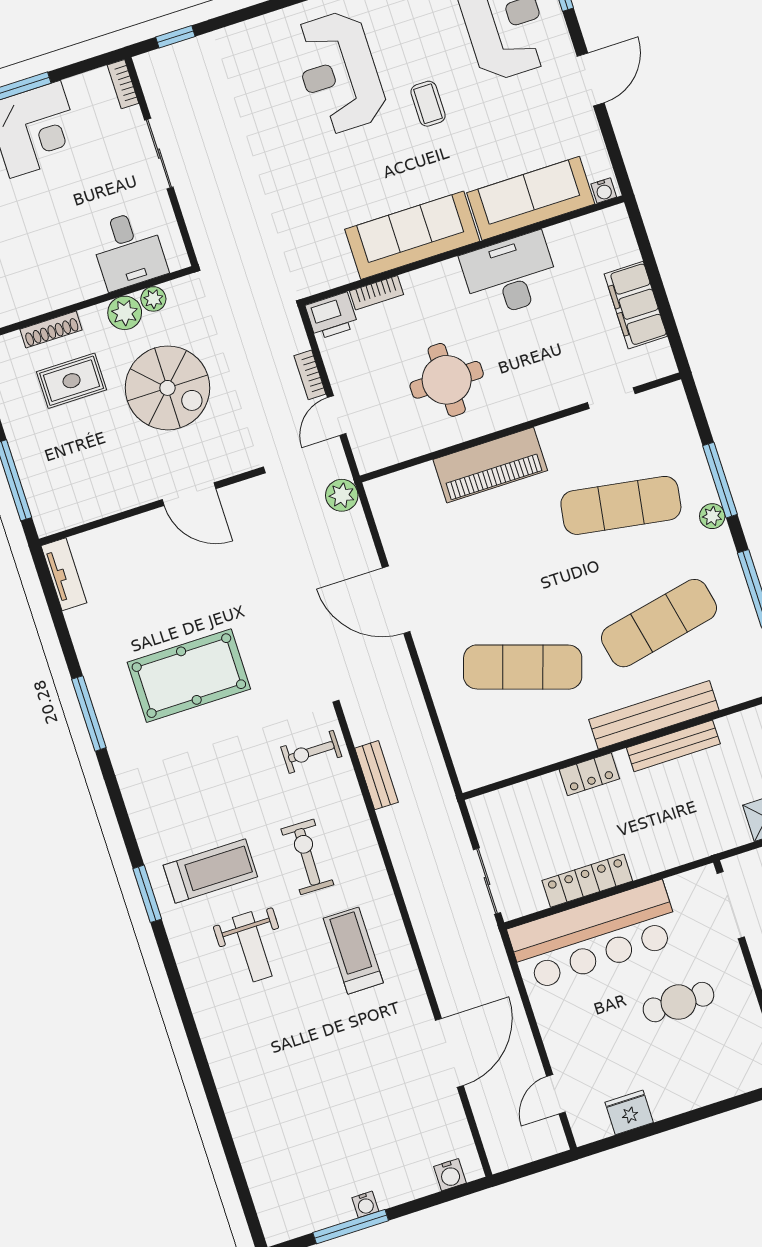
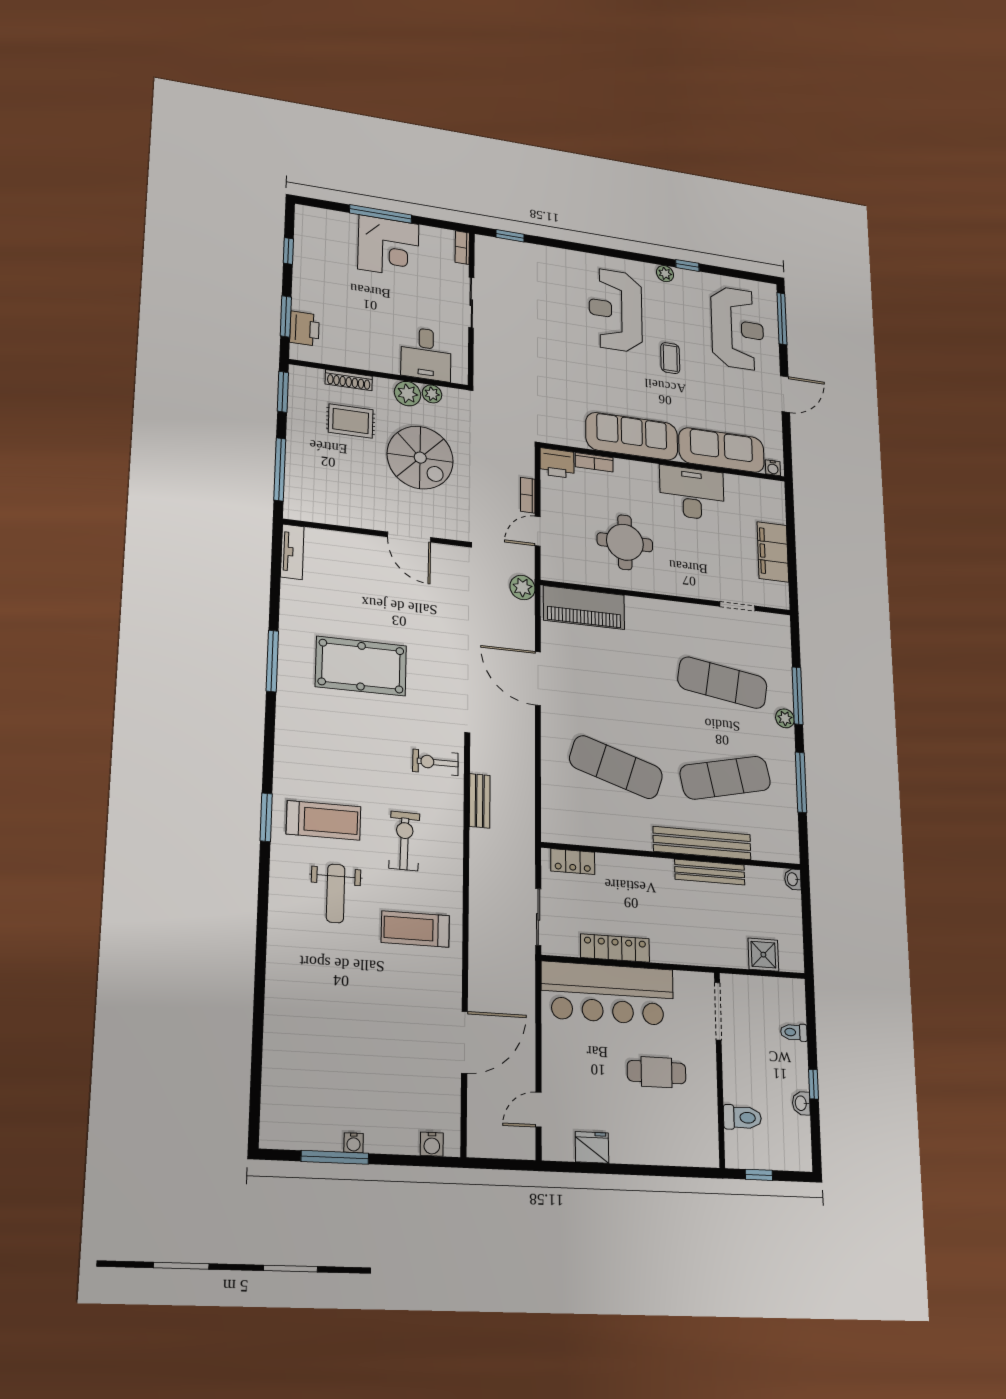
piano: (490, 465) -> (584, 608), moved
locker: (589, 774) -> (573, 862), moved
treadmill: (353, 951) -> (415, 929), turned -90

